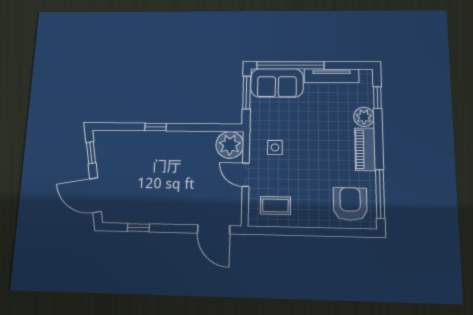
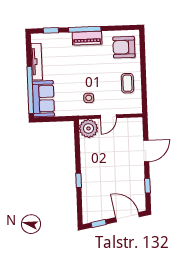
window: (247, 92) -> (51, 119), removed
plant: (364, 117) -> (65, 39), removed
window: (380, 194) -> (85, 29), moved
door: (95, 195) -> (128, 217), swing flipped
coffee table: (275, 206) -> (127, 83), moved
door: (214, 229) -> (146, 151), moved

